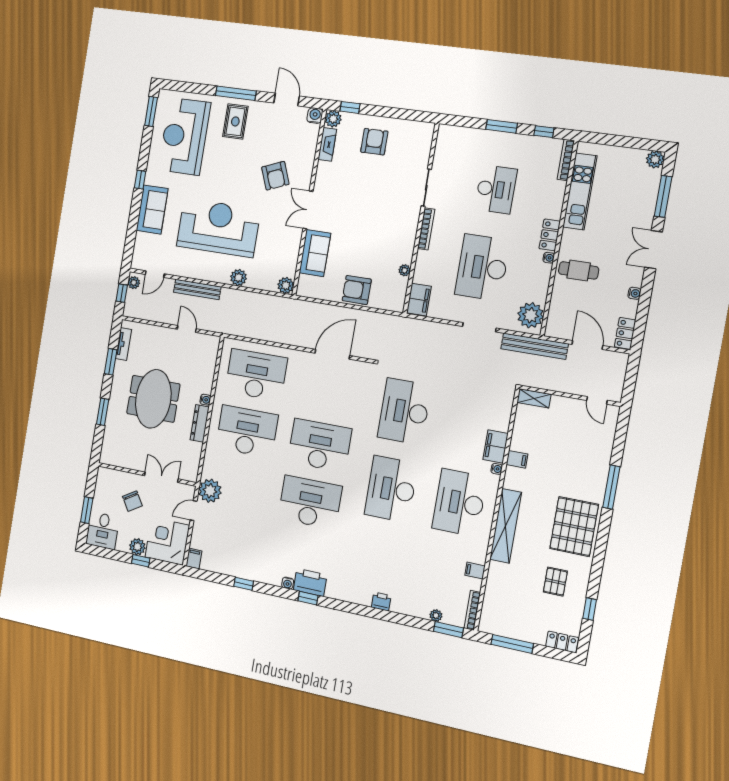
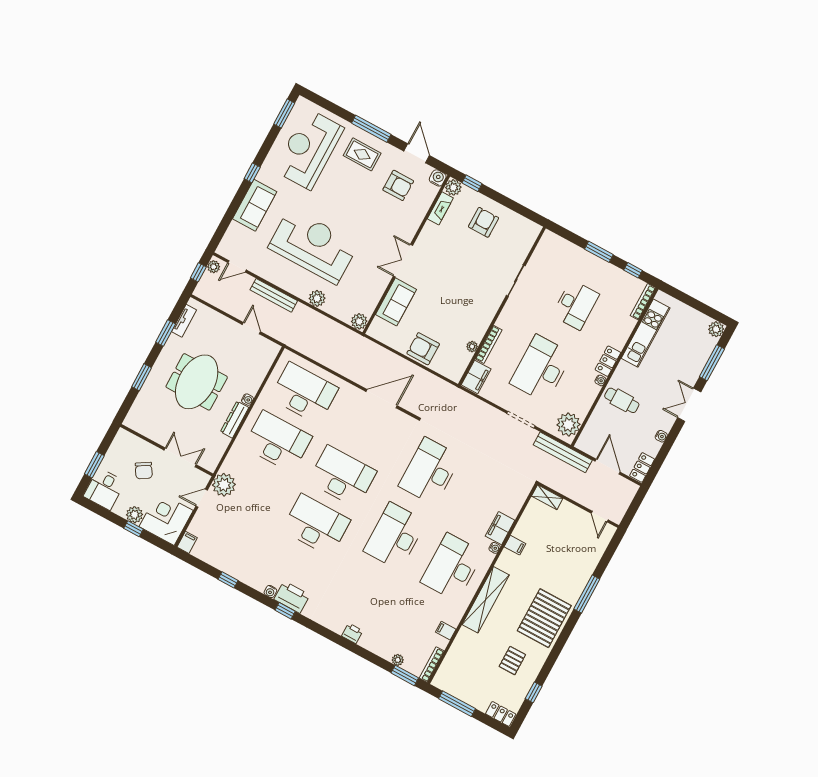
rug: (235, 121) -> (362, 154), turned 90
armchair: (275, 176) -> (398, 185), moved, turned -68
bookcase: (426, 229) -> (489, 344), moved

